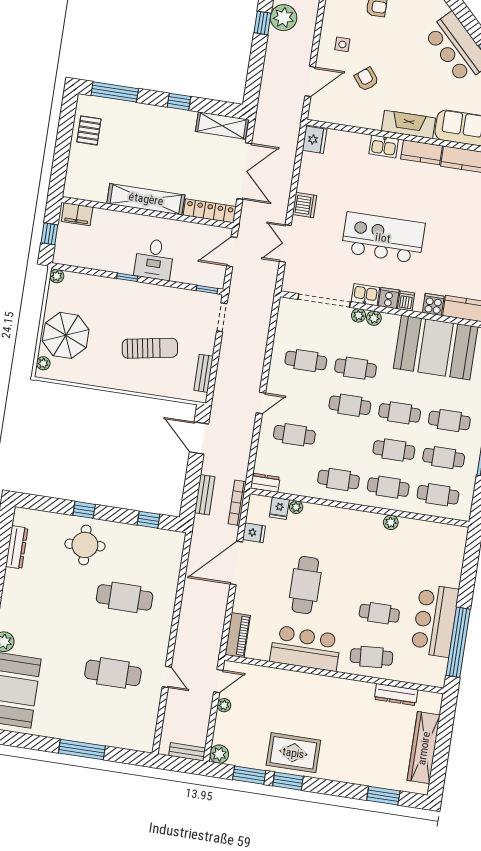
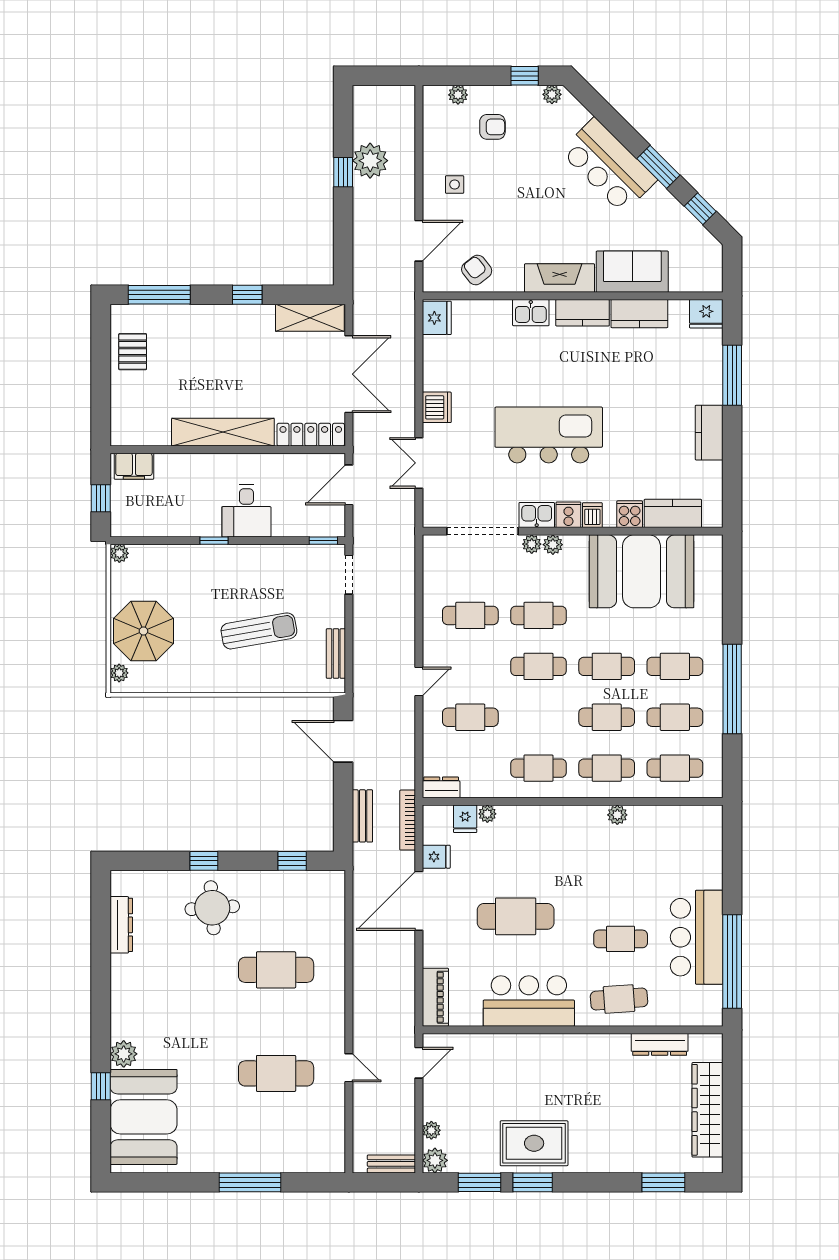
armchair: (367, 79) -> (477, 270), moved
cafe table: (305, 585) -> (516, 916), turned 90
plant: (224, 705) -> (431, 1130), moved

